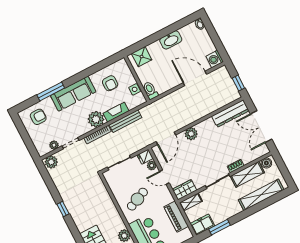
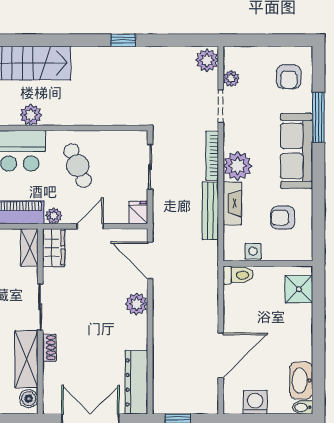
washbasin: (171, 40) -> (301, 380), moved
washing machine: (215, 59) -> (255, 402), moved
plant: (152, 165) -> (54, 216), moved

